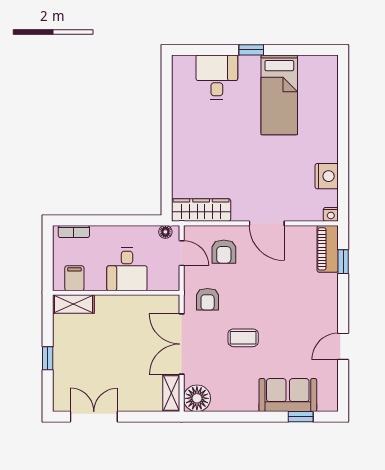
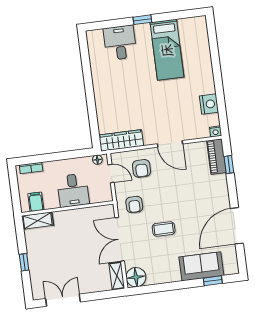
door: (343, 346) -> (237, 226), width x1.88

